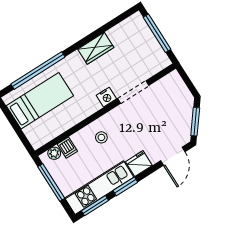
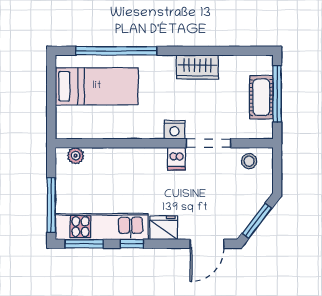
cot: (148, 42) -> (261, 97), added
stool: (101, 137) -> (249, 161), moved
dishwasher: (67, 148) -> (176, 159), moved
window: (51, 182) -> (51, 205), moved
window: (125, 186) -> (132, 244), width x0.67

